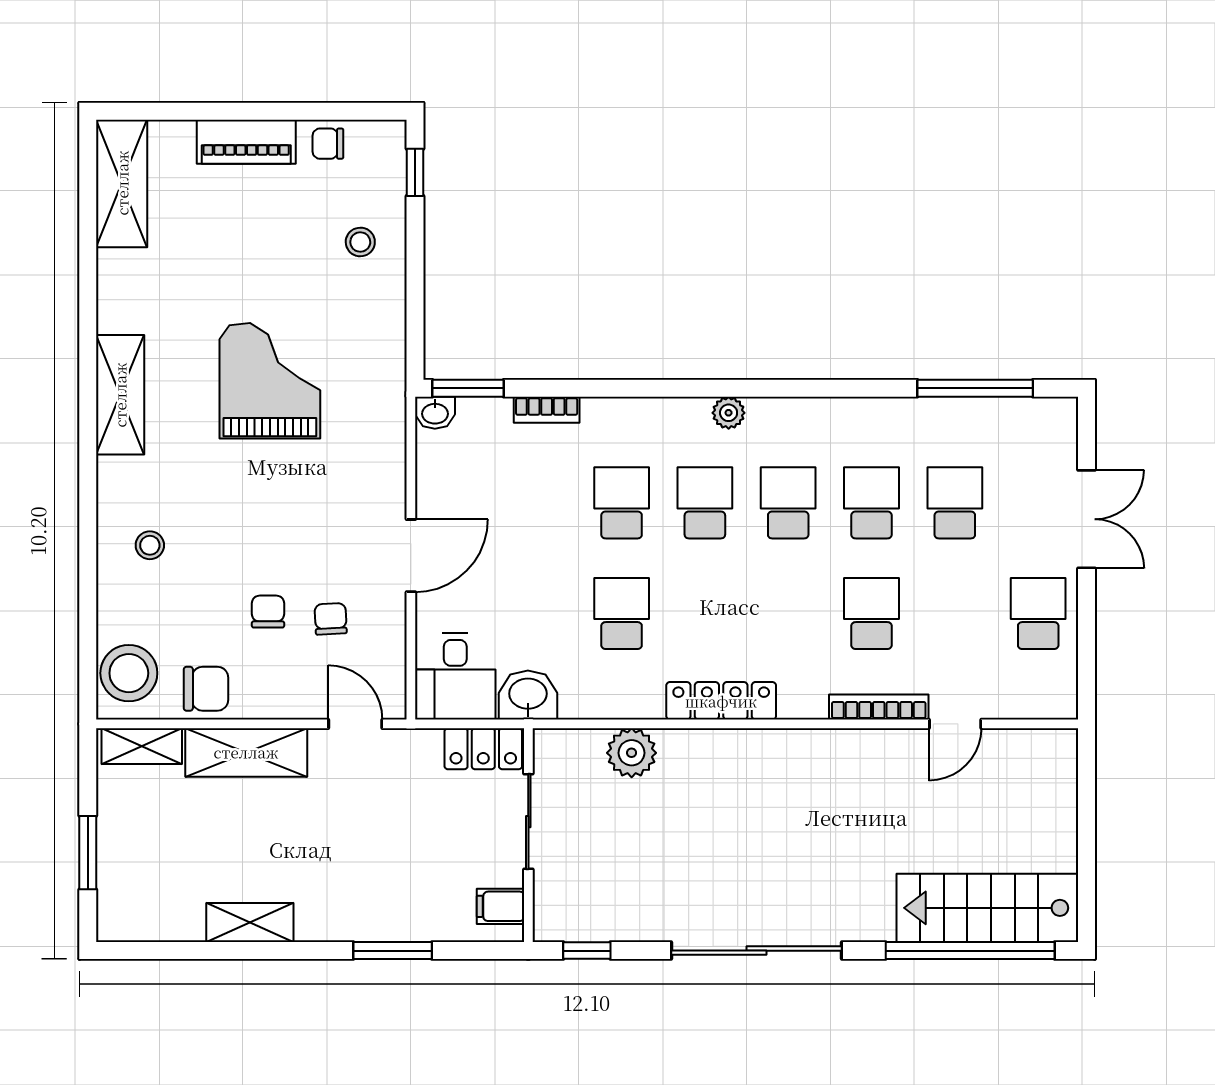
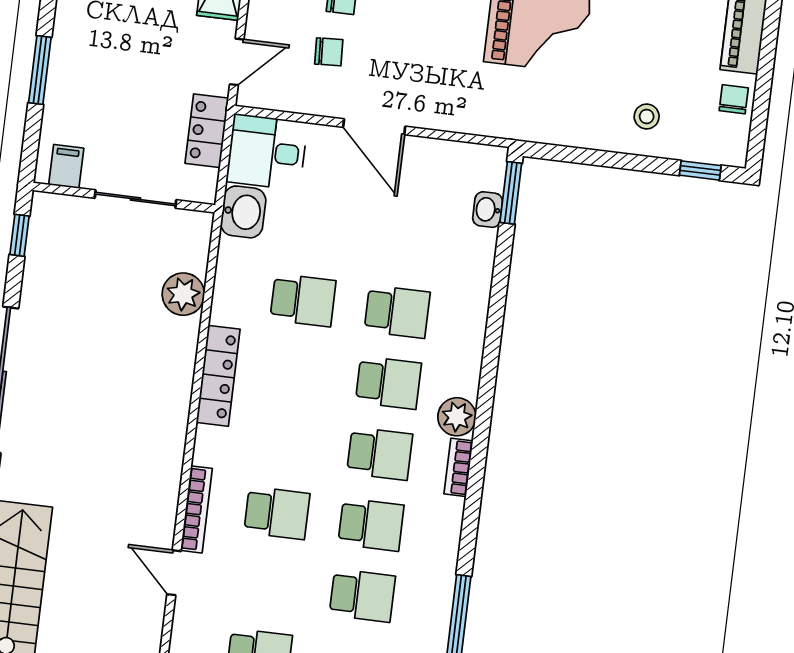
bookcase: (547, 410) -> (459, 467), moved
washbasin: (435, 413) -> (488, 210), moved
plant: (729, 413) -> (457, 417), width x1.38, depth x1.38
locker: (483, 749) -> (207, 131), moved

